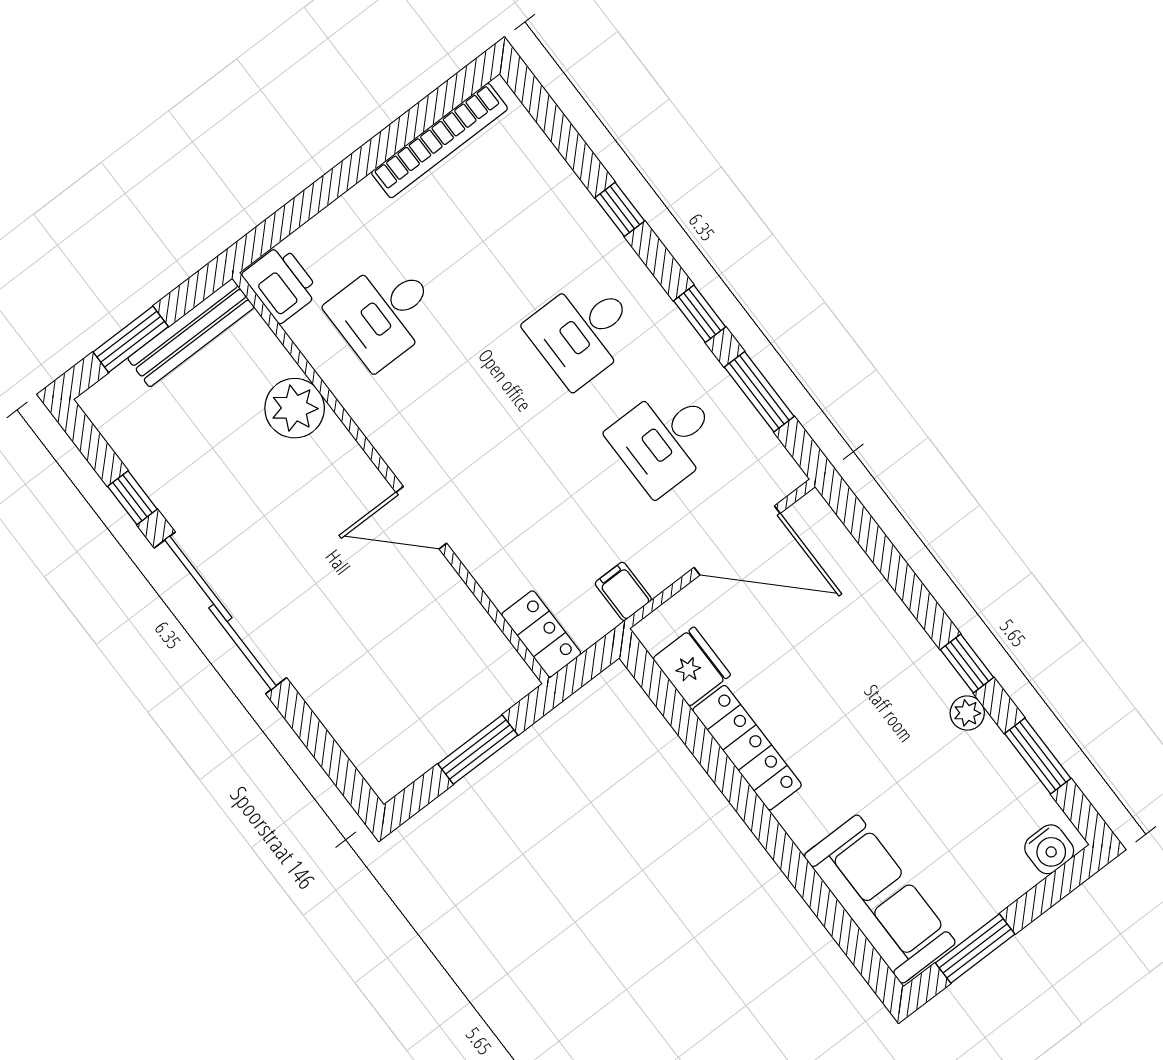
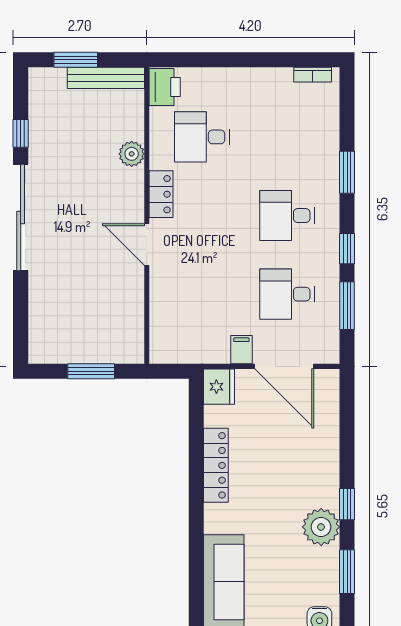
bookcase: (439, 141) -> (313, 75), width x0.43, depth x0.76
window: (620, 209) -> (347, 172), width x1.50
plant: (295, 408) -> (132, 154), width x0.73, depth x0.73
filing cabinet: (623, 591) -> (241, 350), moved
locker: (541, 634) -> (161, 194), moved
fridge: (692, 667) -> (219, 387), moved
plant: (967, 713) -> (321, 527), width x1.88, depth x1.88

